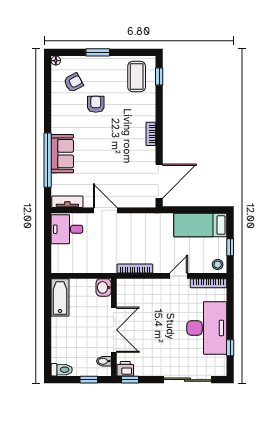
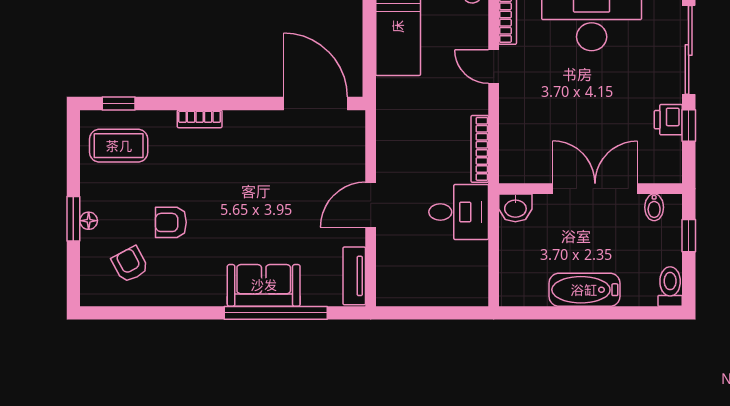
floor lamp: (56, 61) -> (89, 221), moved
bookcase: (151, 134) -> (200, 119), moved
desk: (67, 229) -> (459, 212), moved, turned -90
bathtub: (60, 297) -> (584, 290), moved
printer: (125, 369) -> (668, 120), moved
window: (130, 380) -> (689, 126), moved

